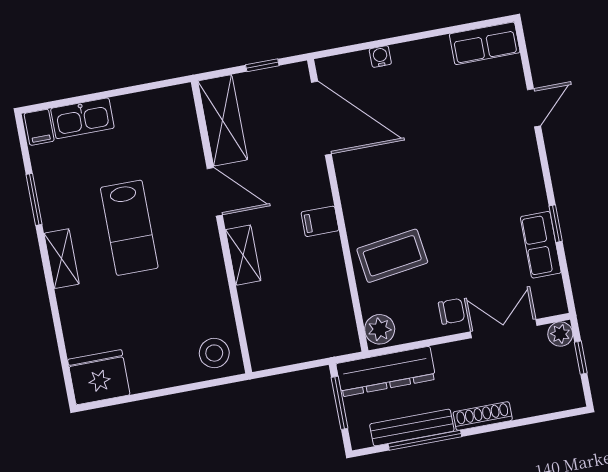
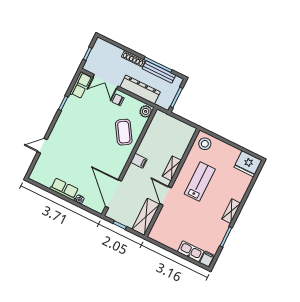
row of seats: (485, 43) -> (64, 189), moved
lab bench: (129, 228) -> (200, 181), moved
row of seats: (541, 245) -> (80, 85), moved
coffee table: (392, 256) -> (124, 132), turned 66
plant: (560, 334) -> (88, 66), removed
dresser: (386, 371) -> (140, 89), moved

